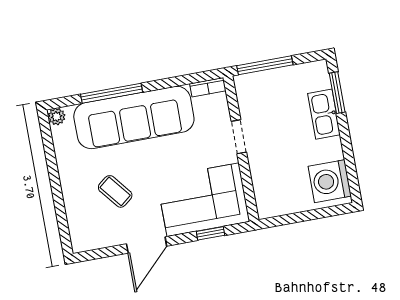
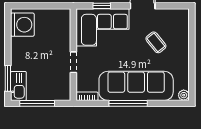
window: (265, 65) -> (37, 103), moved
window: (112, 93) -> (128, 103), moved
kitchen sink: (324, 114) -> (18, 86), moved

